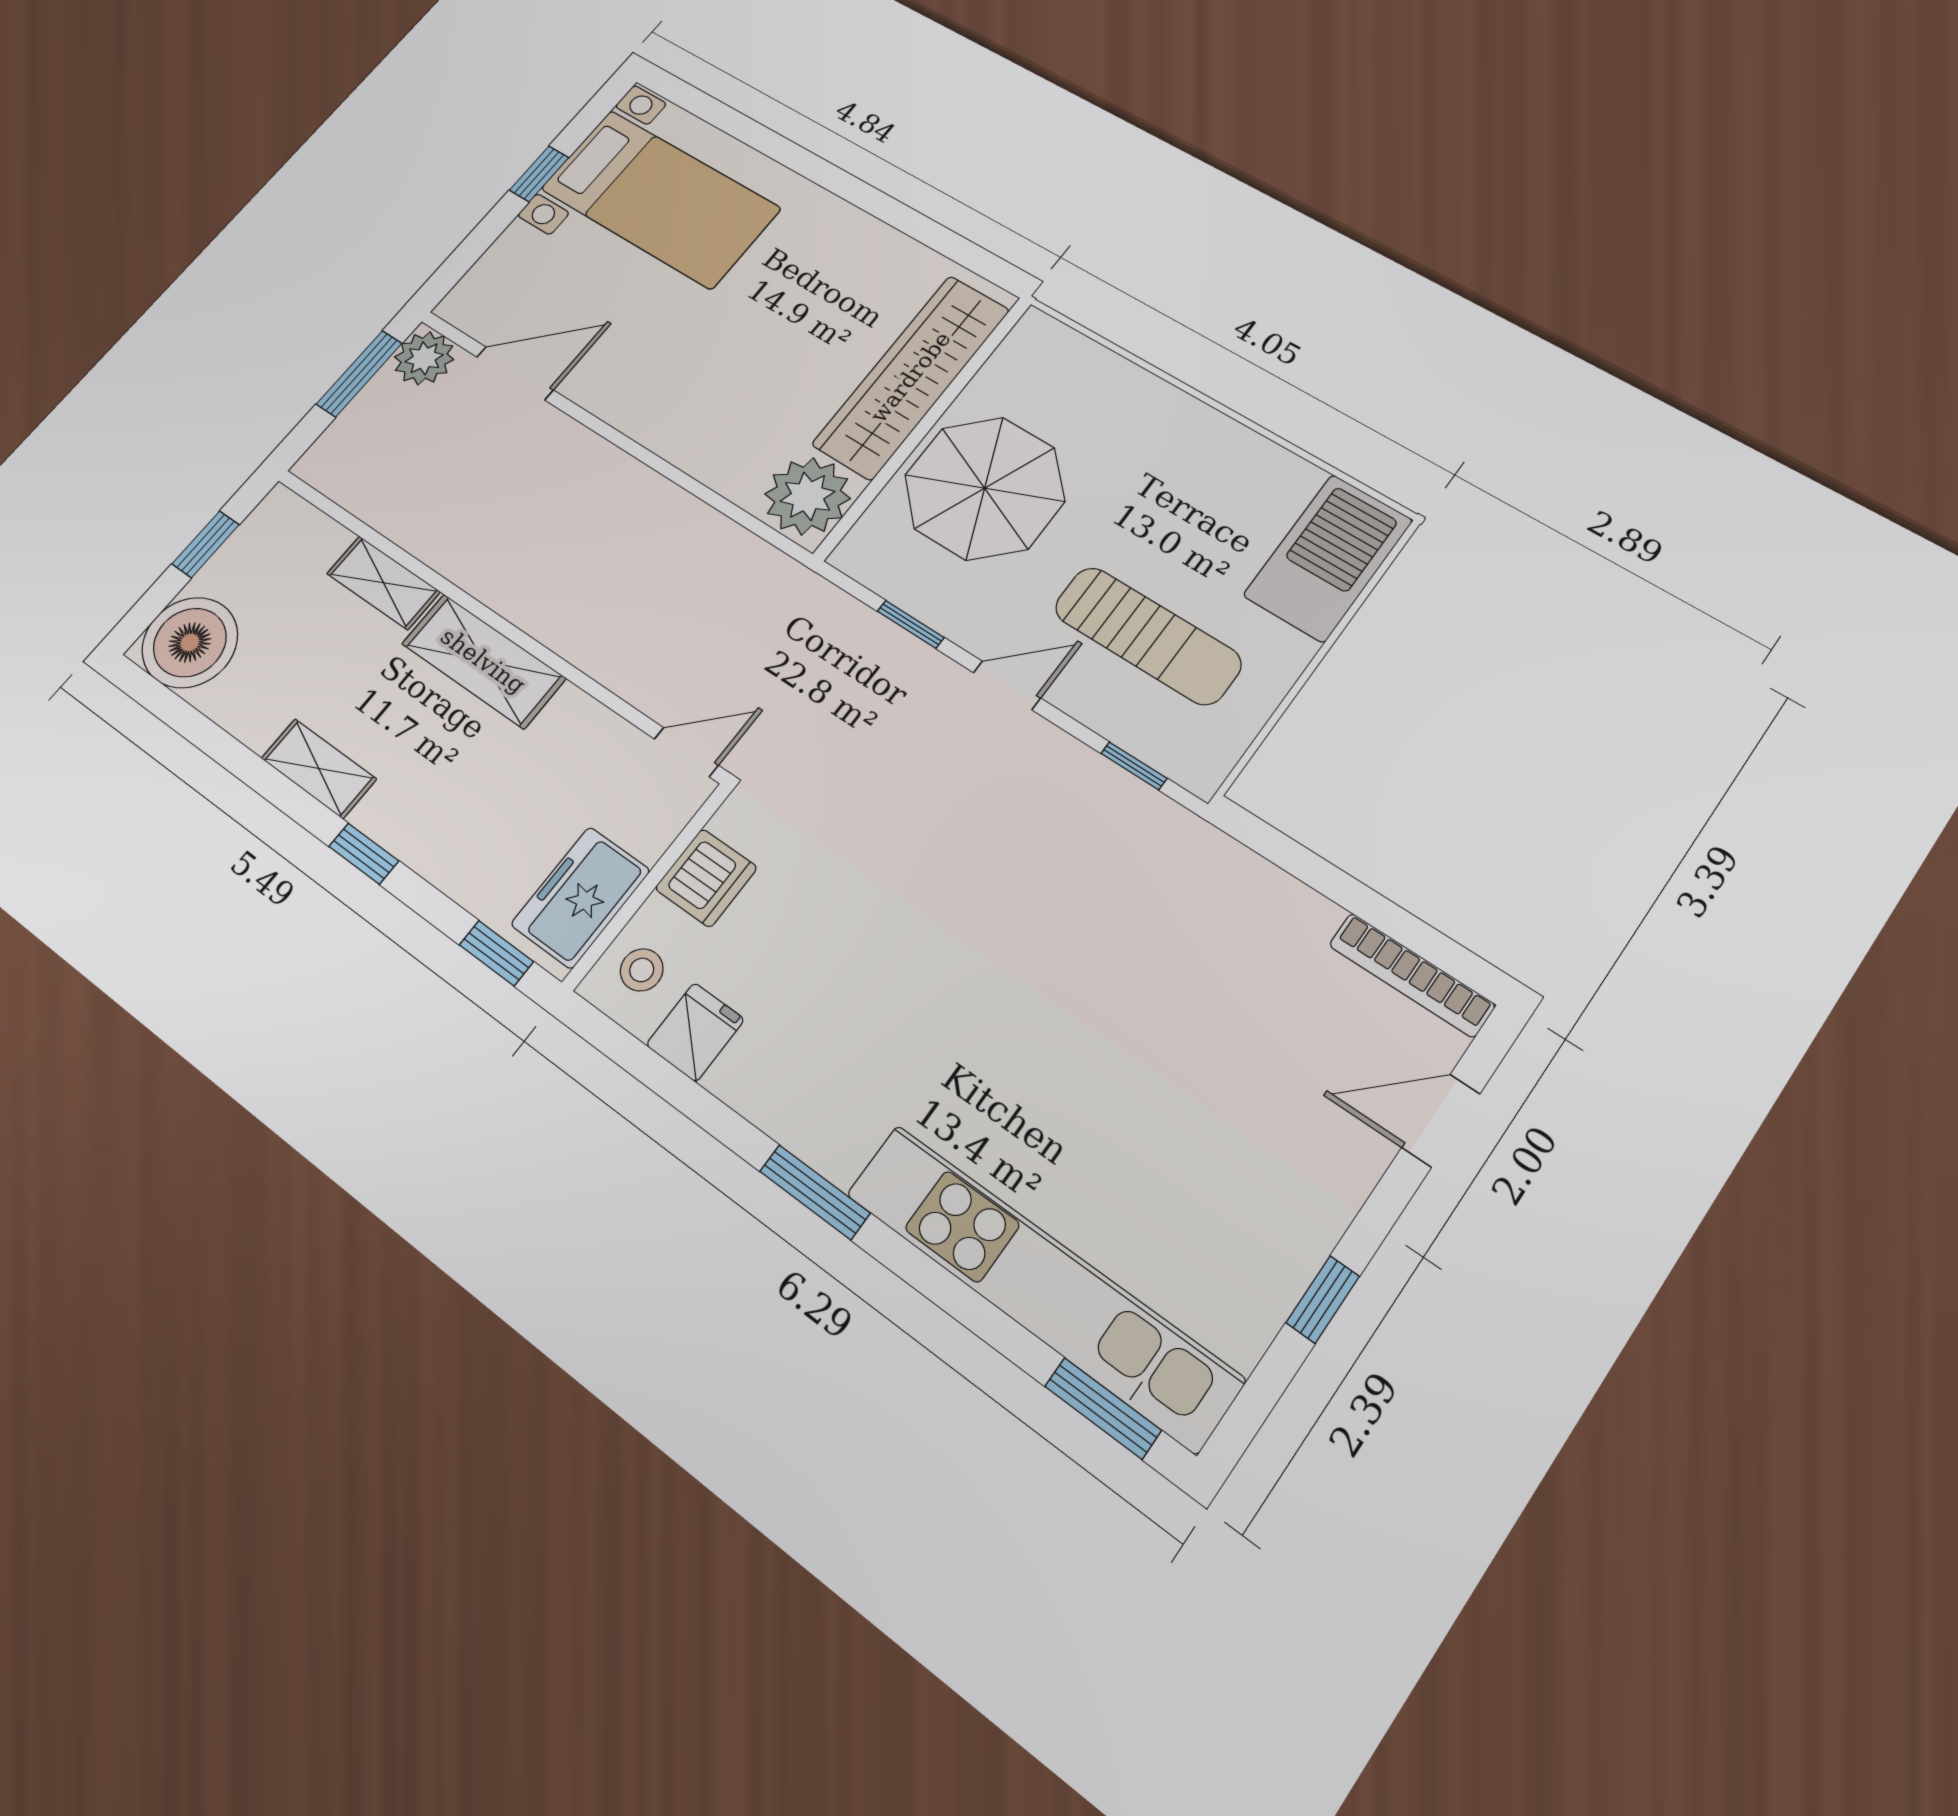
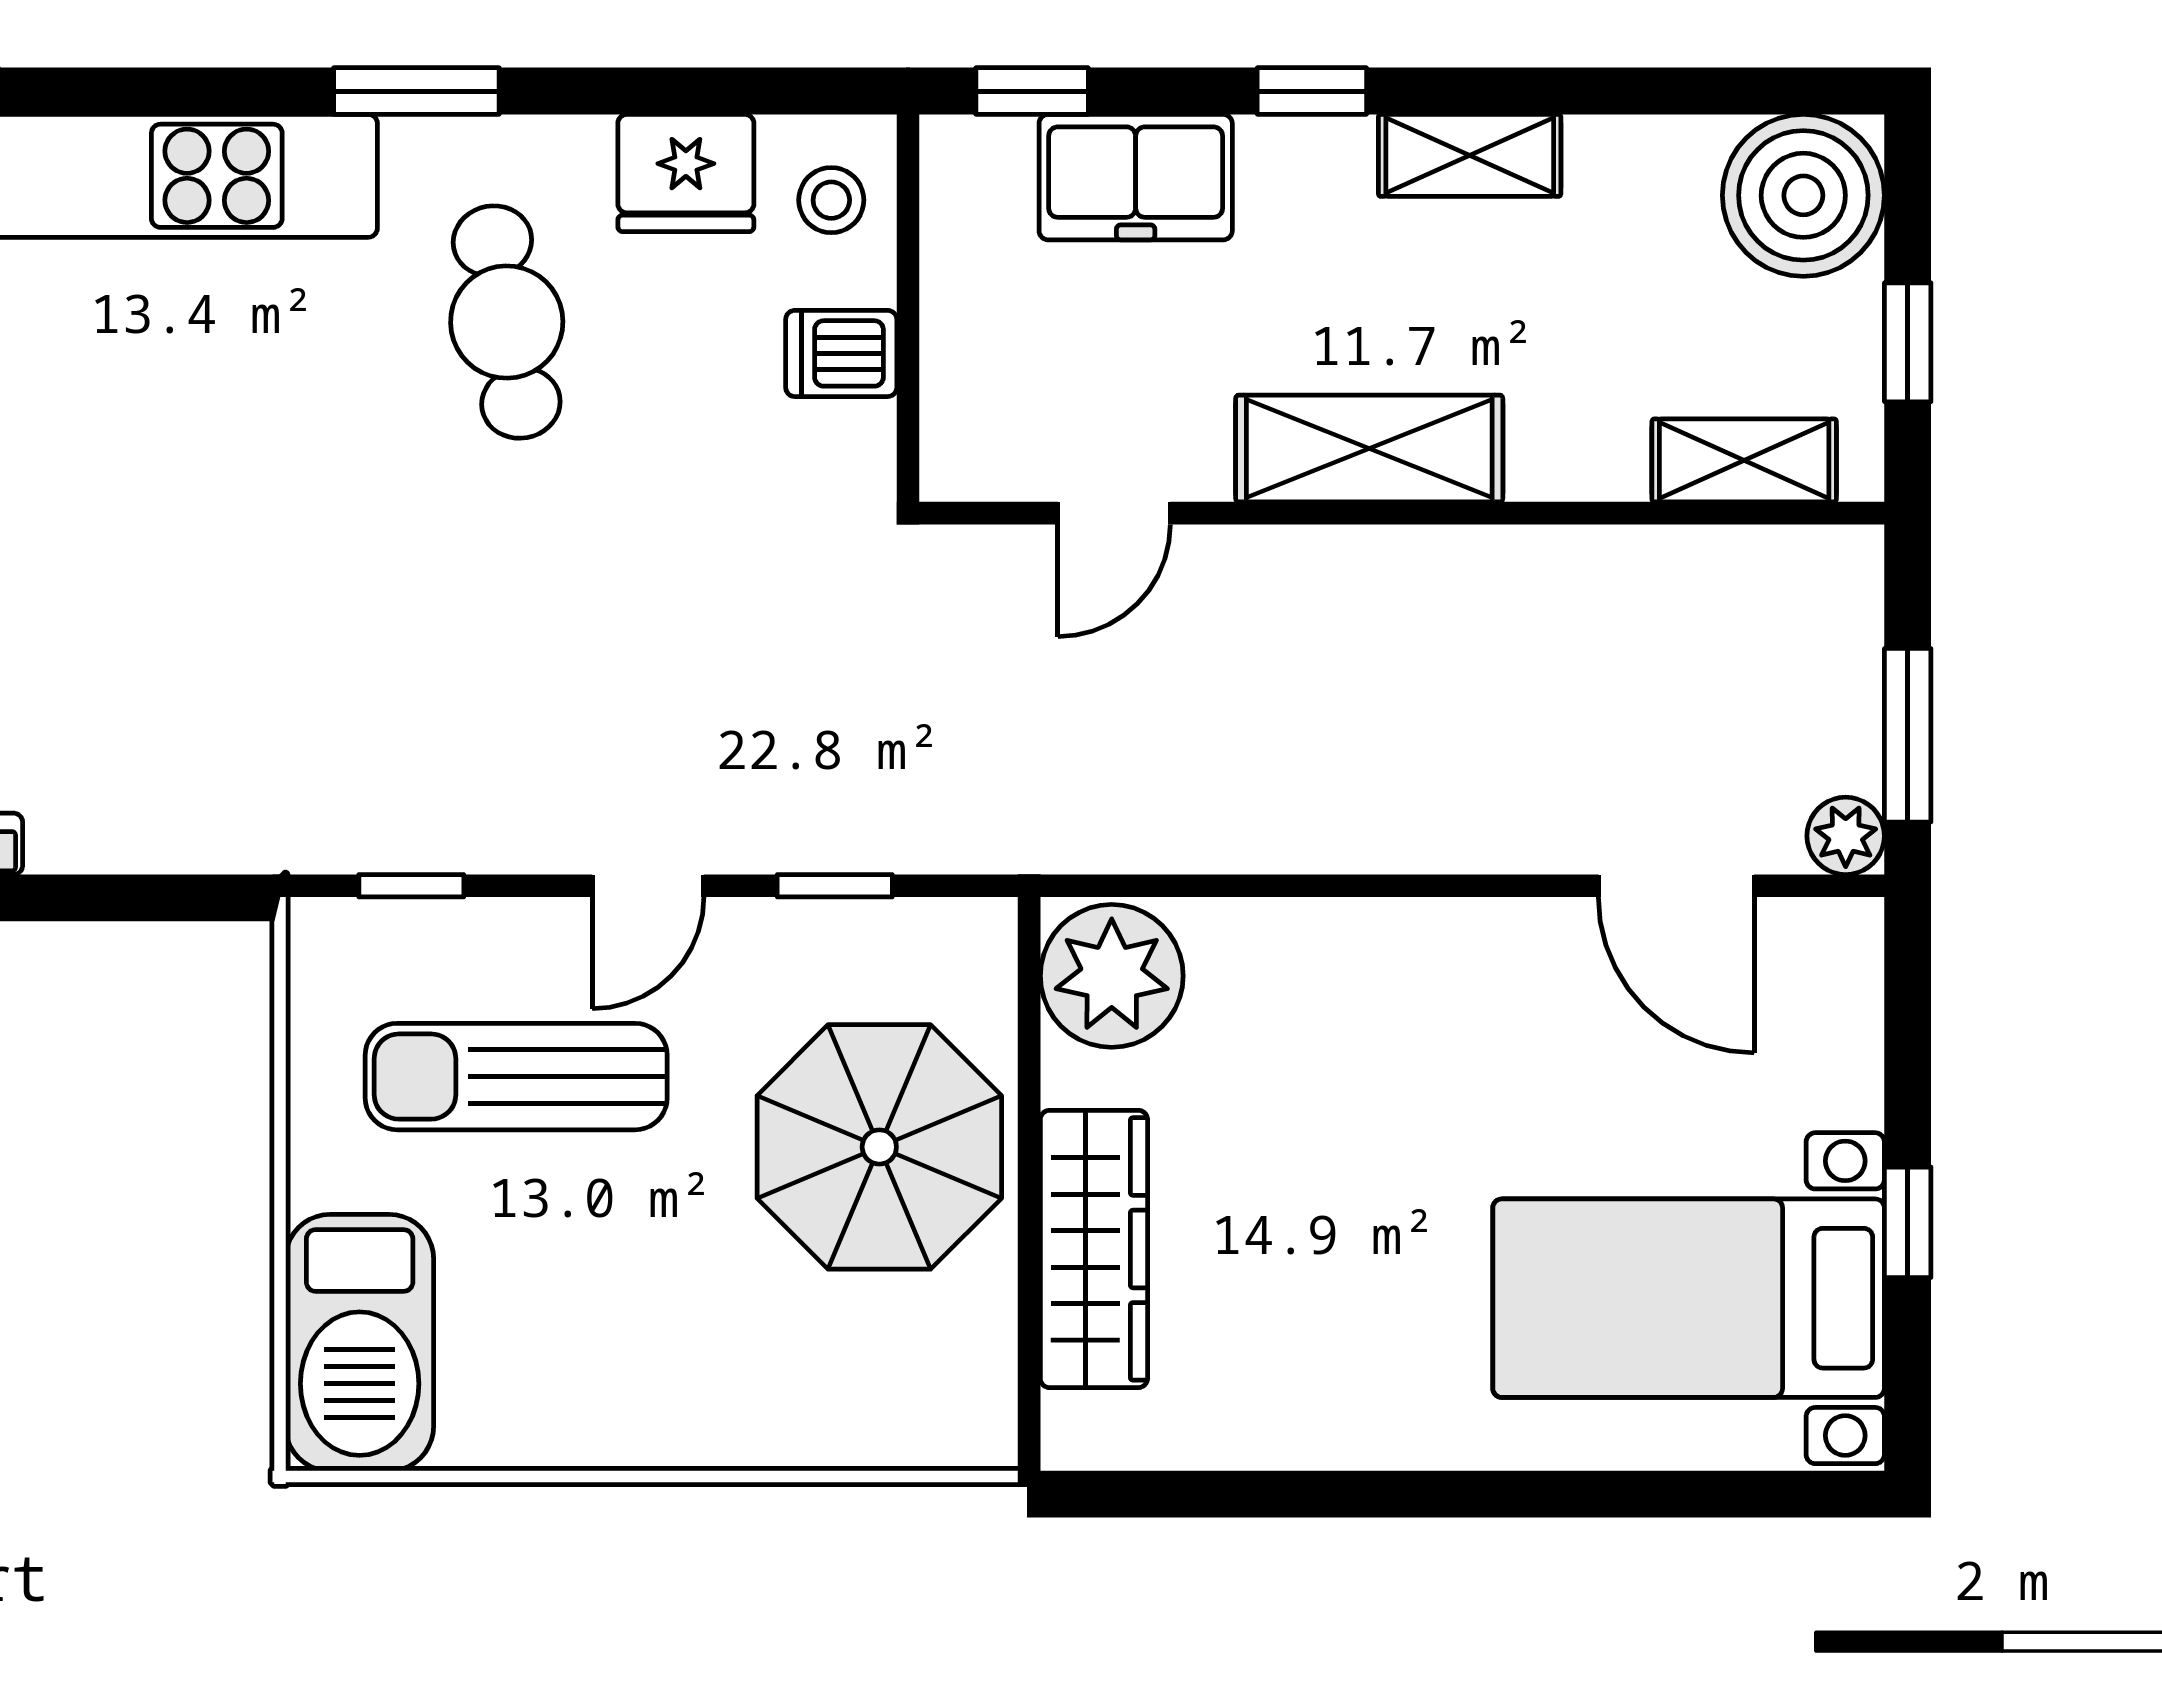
plant: (424, 358) -> (1846, 836), width x0.73, depth x0.73
door: (515, 373) -> (1676, 886), hinge flipped
wardrobe: (911, 377) -> (1094, 1249), width x0.71, depth x0.85
shelving: (383, 583) -> (1744, 460), moved
door: (686, 752) -> (1114, 513), moved
dishwasher: (706, 878) -> (841, 353), width x0.73
freezer: (580, 897) -> (1136, 177), moved, turned 90
cafe table: (861, 1027) -> (507, 322), added
fridge: (695, 1032) -> (686, 173), width x1.38

